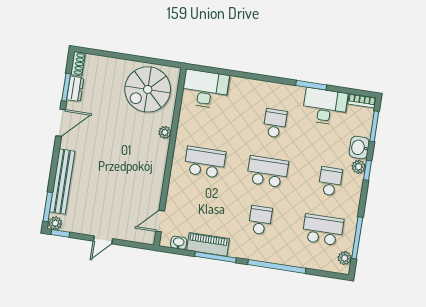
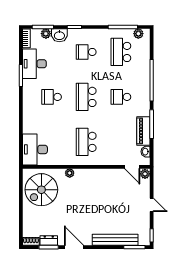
spiral stairs: (148, 89) -> (41, 190), turned 90
plant: (359, 167) -> (46, 34), moved
plant: (55, 223) -> (145, 174), moved

